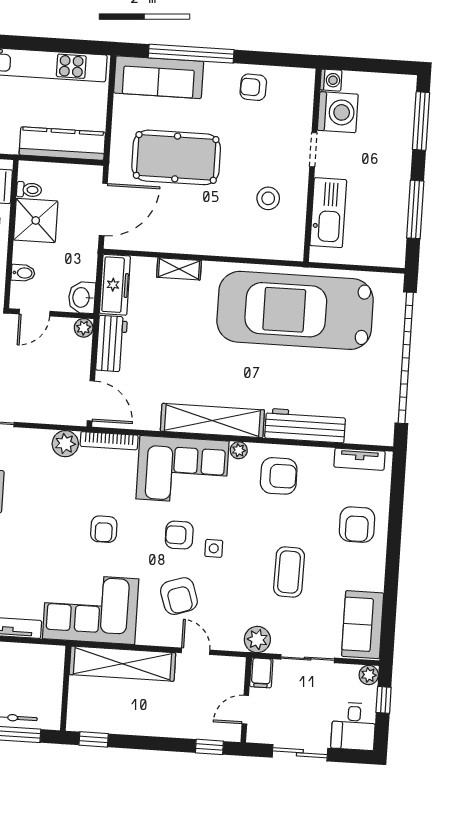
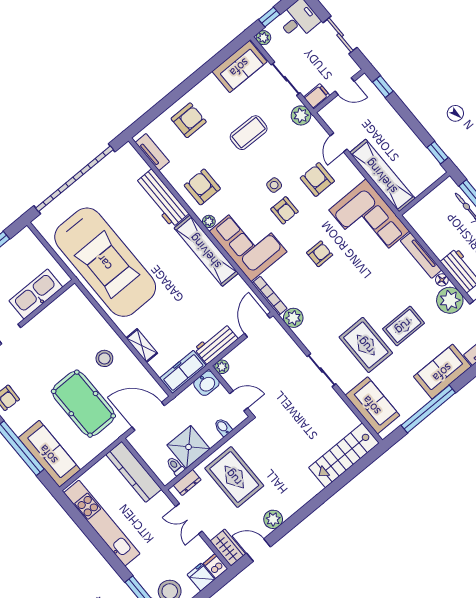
stool: (268, 198) -> (104, 358), moved
armchair: (179, 596) -> (317, 180), turned -72

